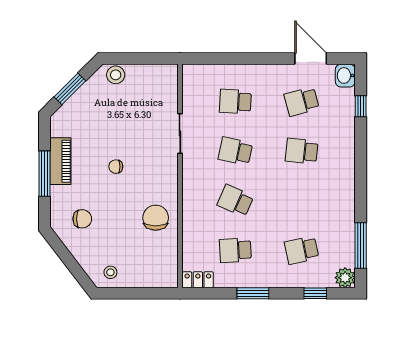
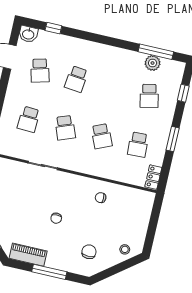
school desk: (235, 151) -> (65, 128), turned -33
piano: (60, 161) -> (28, 255), moved
school desk: (235, 201) -> (102, 136), turned -48
chair: (156, 218) -> (101, 198), width x0.54, depth x0.54
stool: (110, 272) -> (125, 249), moved
plant: (345, 278) -> (153, 63), moved

